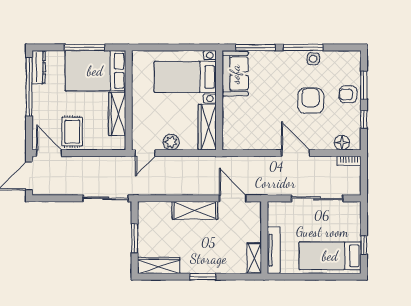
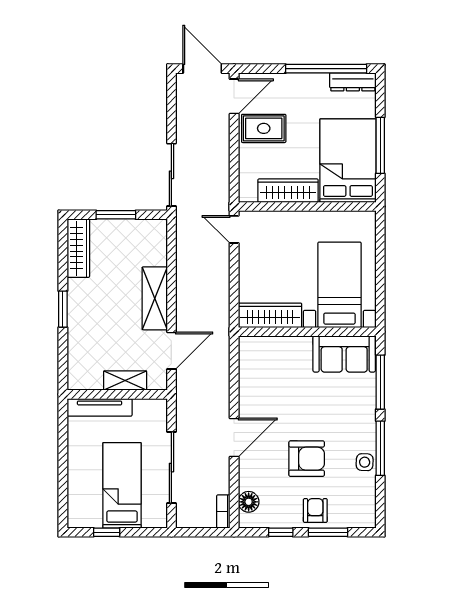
plant: (171, 142) -> (249, 265), removed
bed: (330, 256) -> (122, 485), moved
shelving: (254, 258) -> (125, 380), moved

